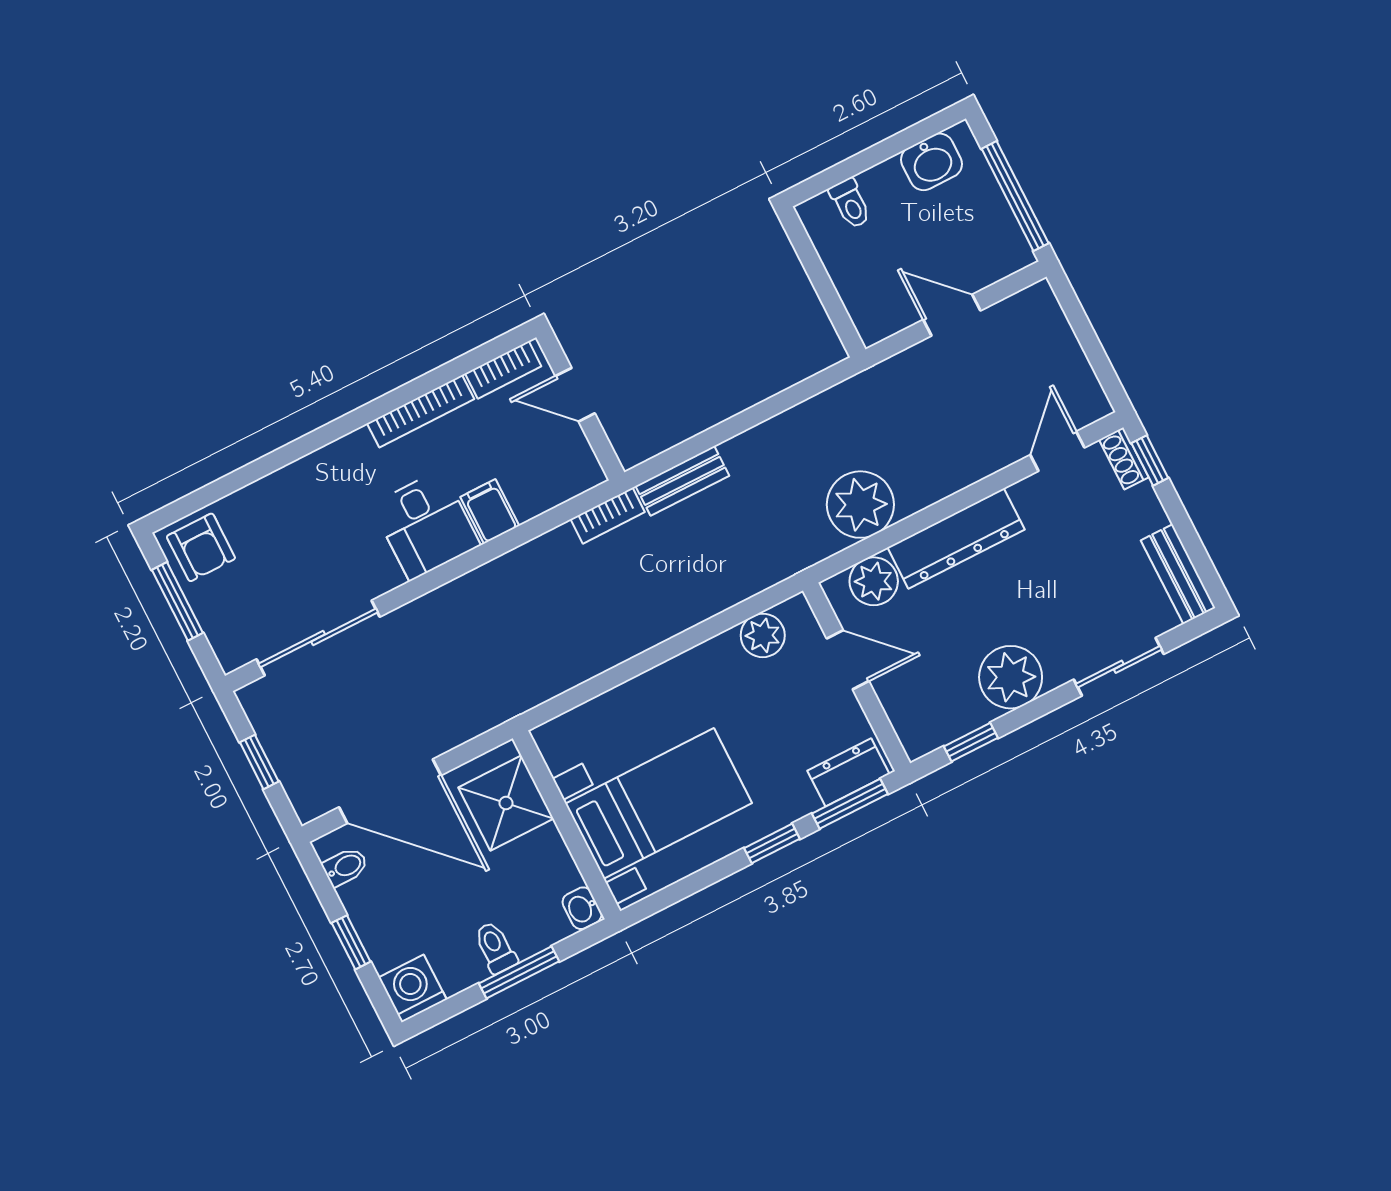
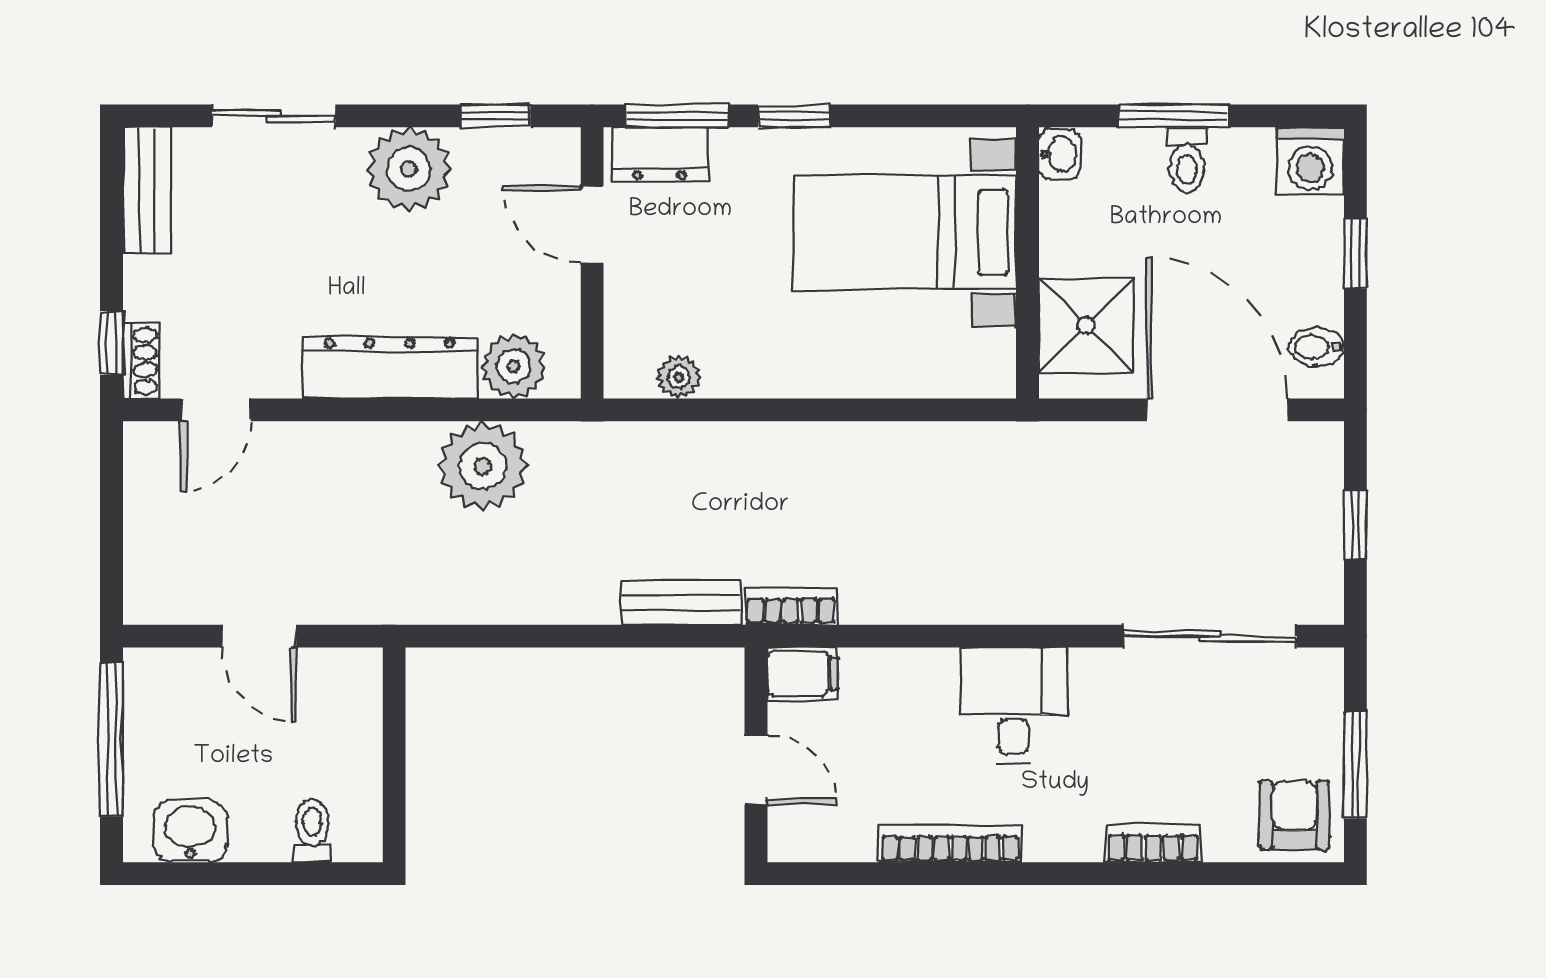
bookcase: (503, 370) -> (1153, 843), moved
filing cabinet: (490, 511) -> (803, 674), moved, turned -90
plant: (763, 635) -> (679, 377), width x0.73, depth x0.73
door: (848, 660) -> (592, 224), moved

